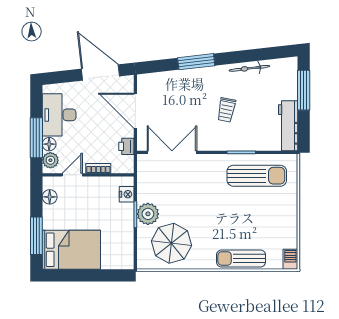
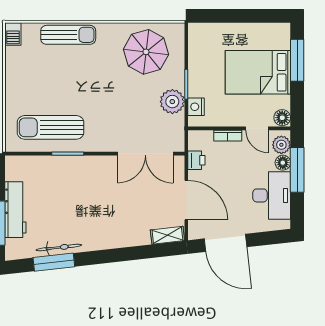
window: (196, 62) -> (54, 262), moved
shelving: (152, 79) -> (167, 235), added
trolley: (226, 110) -> (85, 201), removed
workbench: (288, 126) -> (15, 210), moved
door: (72, 175) -> (257, 128), hinge flipped
floor lamp: (50, 197) -> (282, 118), moved
plant: (148, 214) -> (172, 102), moved
bed: (71, 250) -> (258, 72), moved

